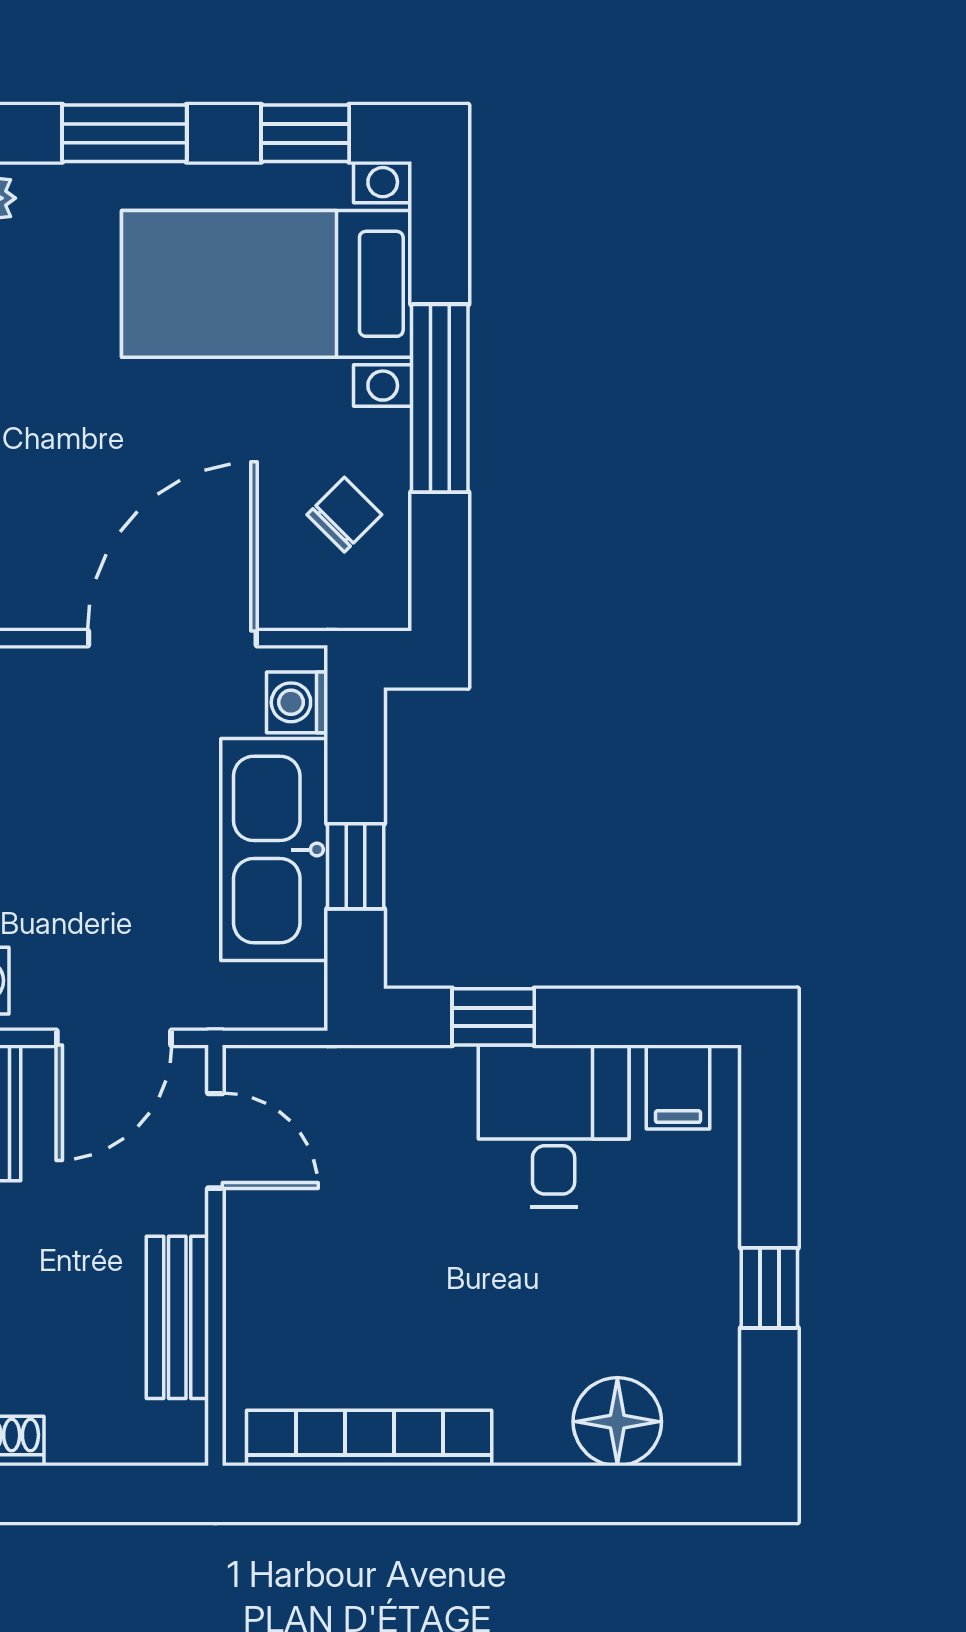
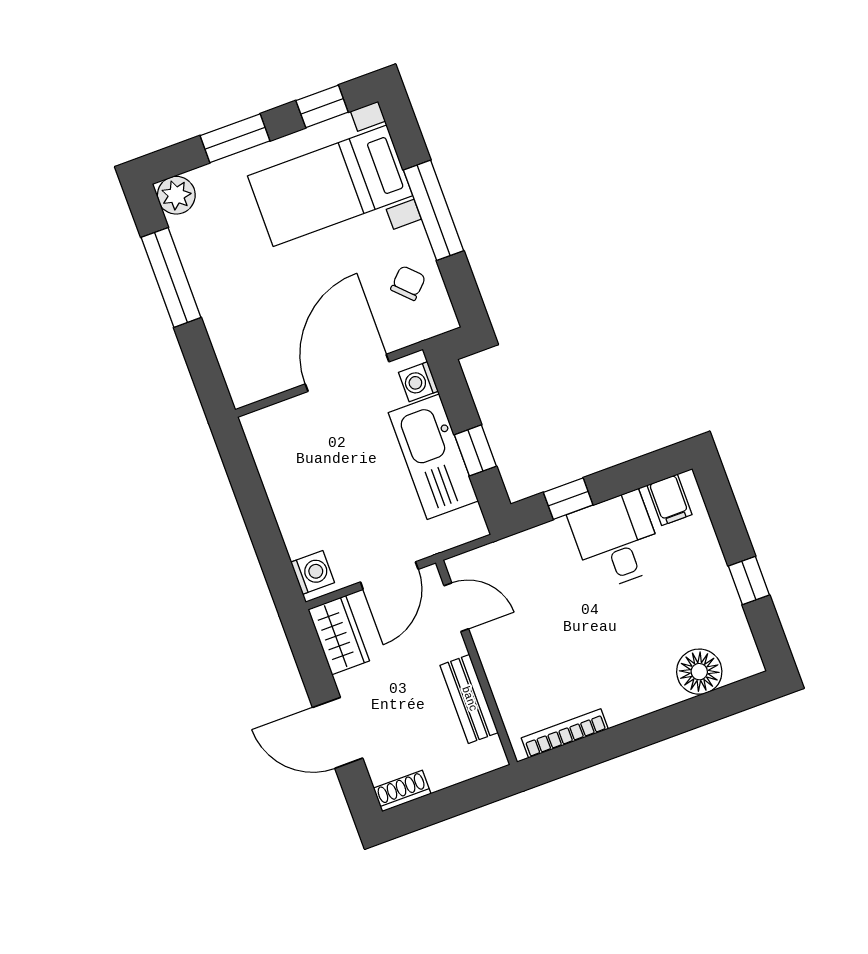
bookcase: (369, 1438) -> (565, 733), width x0.68, depth x0.76

